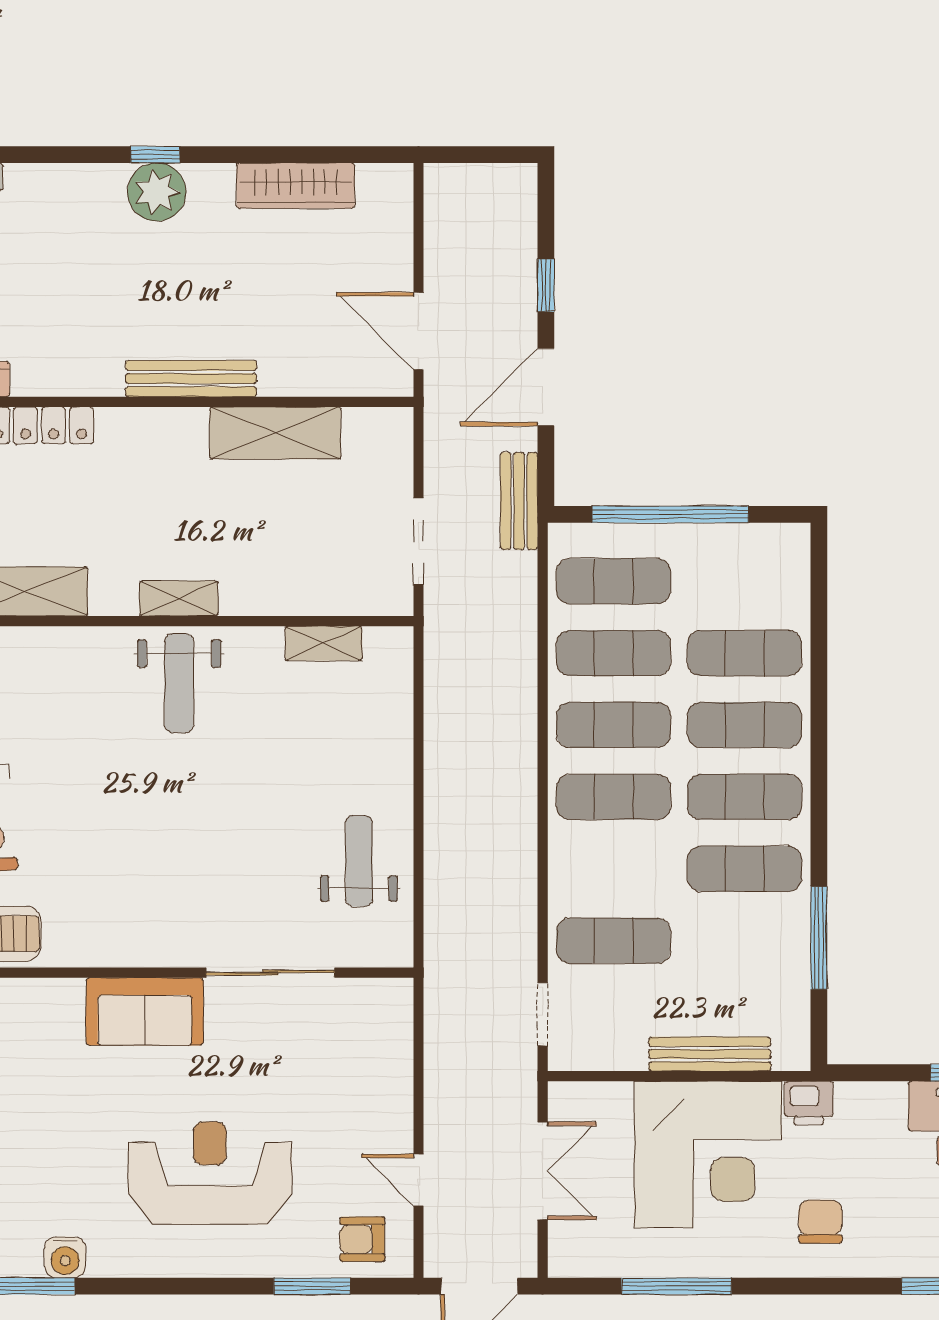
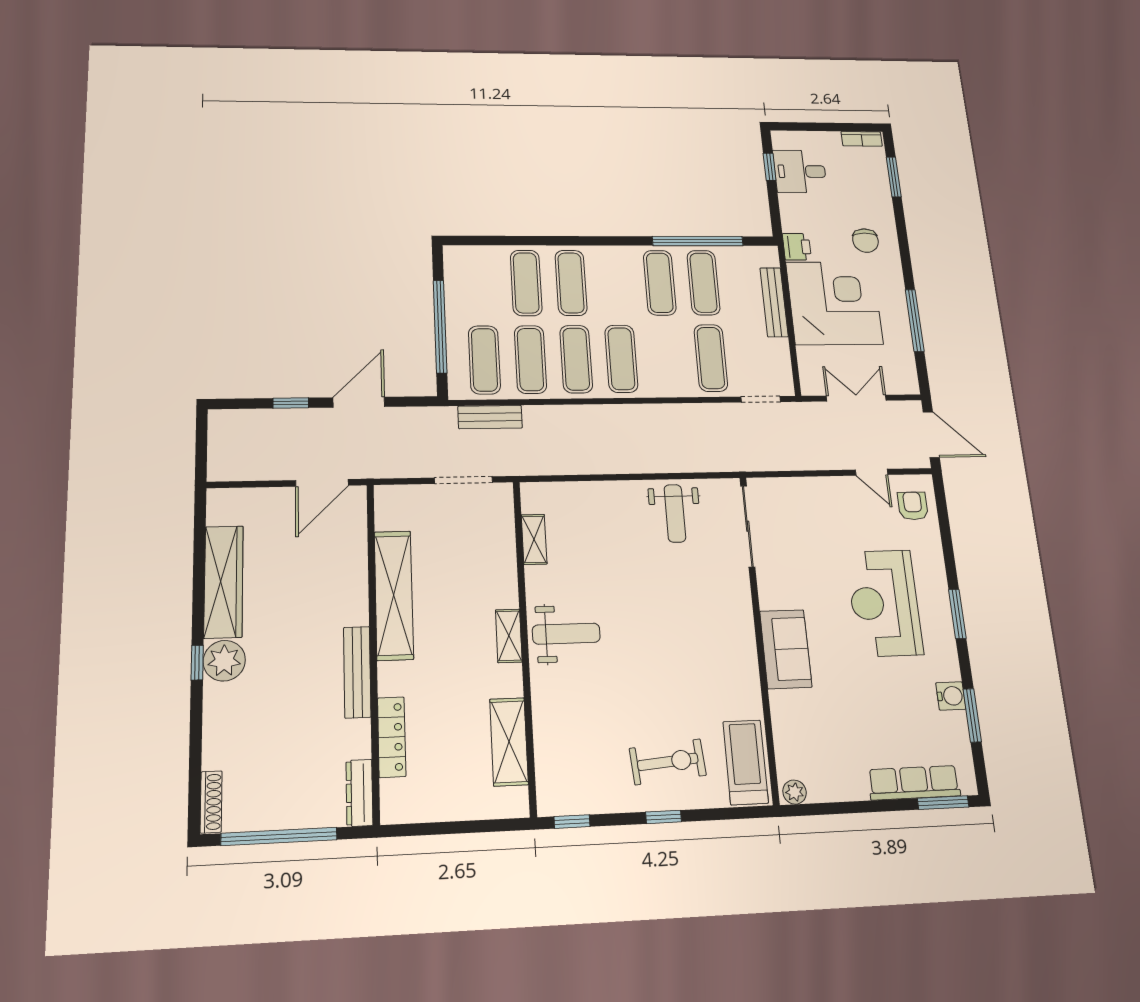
wardrobe: (296, 186) -> (224, 582), width x1.40, depth x1.17
bench: (191, 379) -> (357, 672), moved
door: (546, 387) -> (359, 402), swing flipped
shelving: (275, 433) -> (394, 595), width x1.47
bench: (519, 501) -> (490, 417), moved
exercise mat: (745, 797) -> (703, 283), moved
weight bench: (359, 861) -> (675, 513), turned -90
window: (819, 938) -> (698, 241), width x1.46
sliding door: (270, 973) -> (748, 526), moved
door: (418, 1180) -> (872, 472), hinge flipped
chair: (820, 1222) -> (865, 241), turned -90
armchair: (362, 1239) -> (913, 506), turned 180
window: (312, 1286) -> (957, 614), moved

